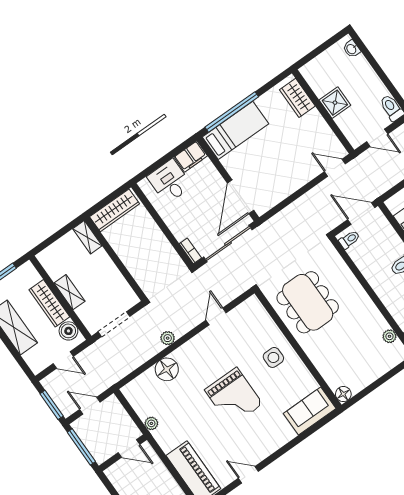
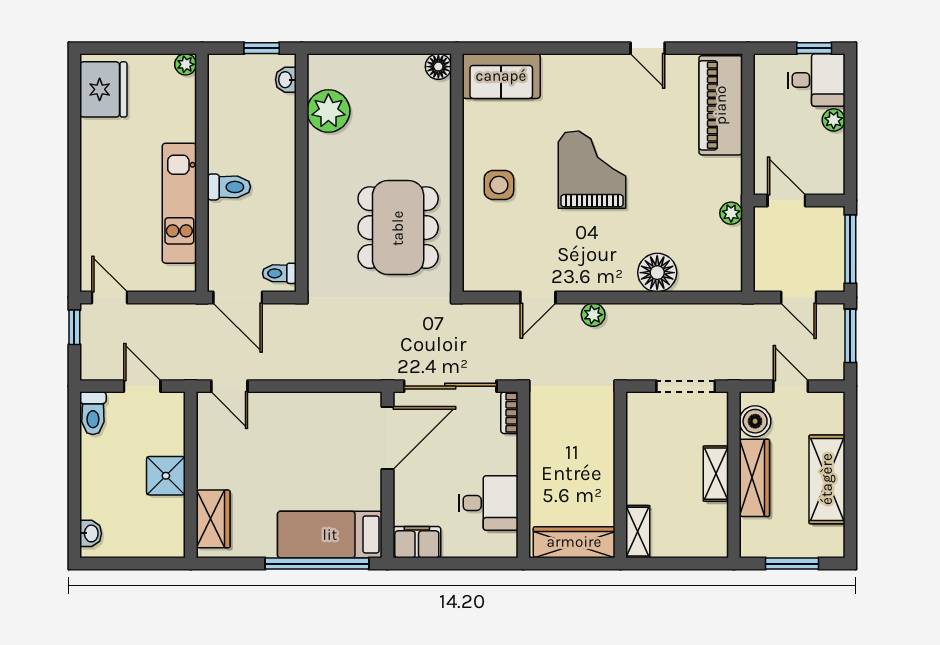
desk: (170, 181) -> (488, 503), moved, turned -90
plant: (389, 336) -> (328, 111), width x1.88, depth x1.88
plant: (168, 338) -> (593, 315), moved

